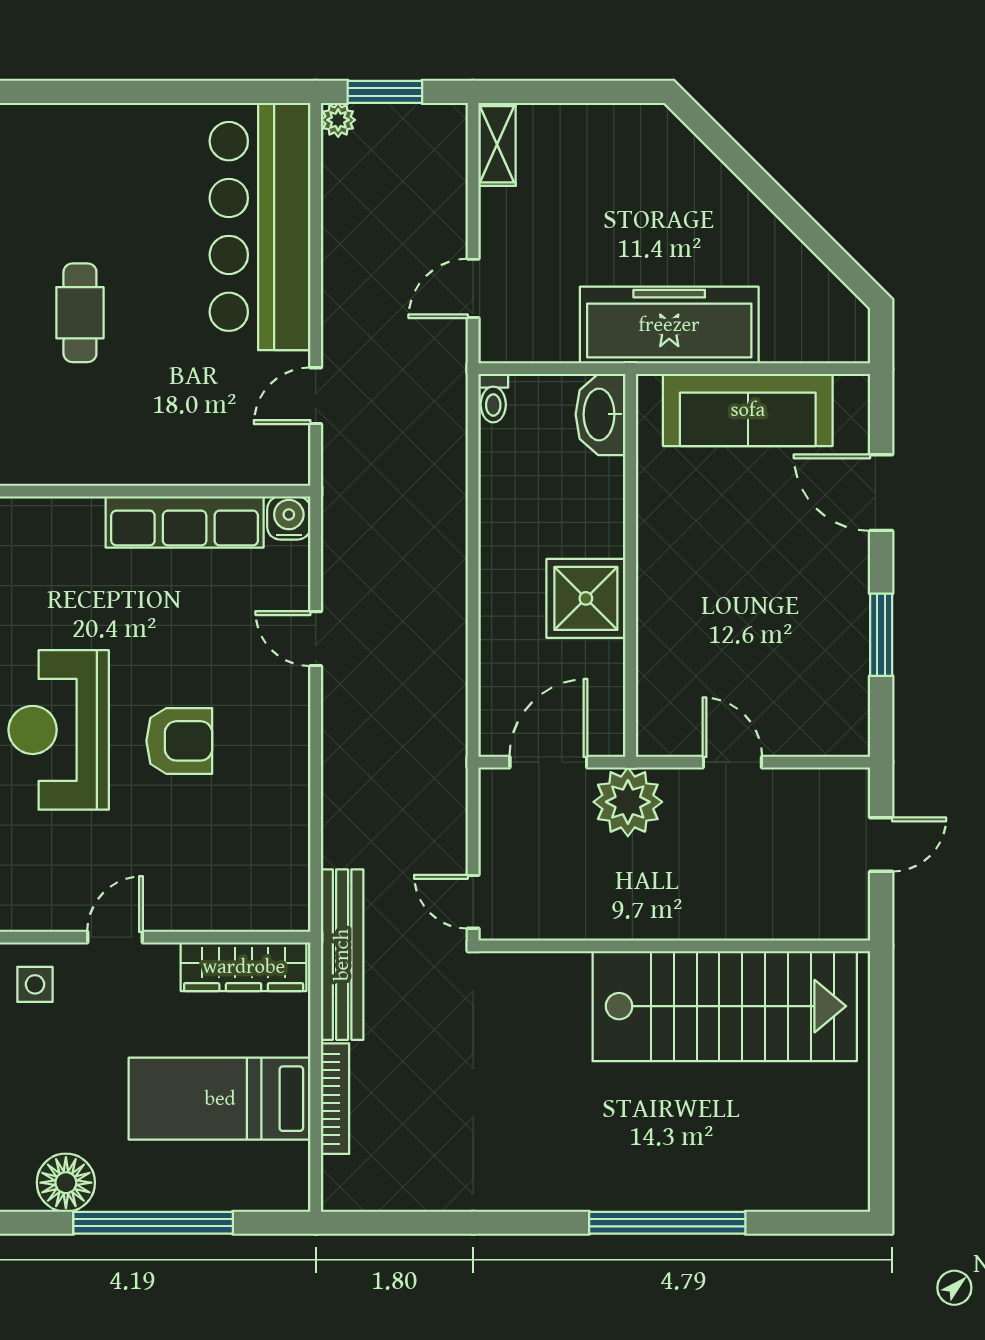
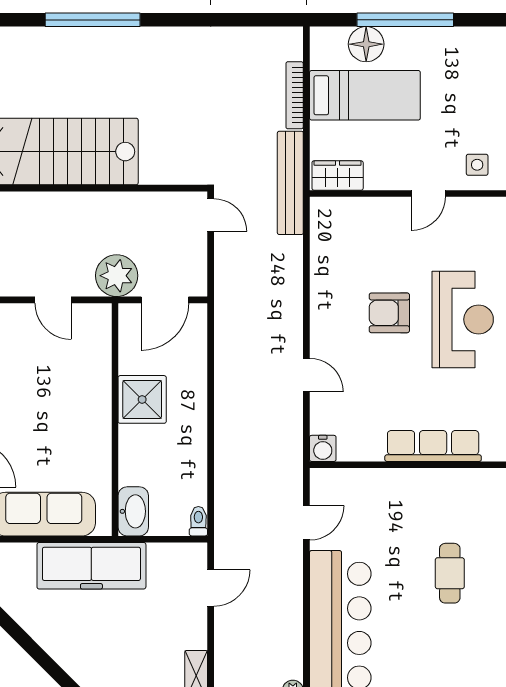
row of seats: (185, 522) -> (433, 446), moved
wardrobe: (244, 967) -> (338, 176), width x0.67
floor lamp: (66, 1183) -> (366, 44), moved

